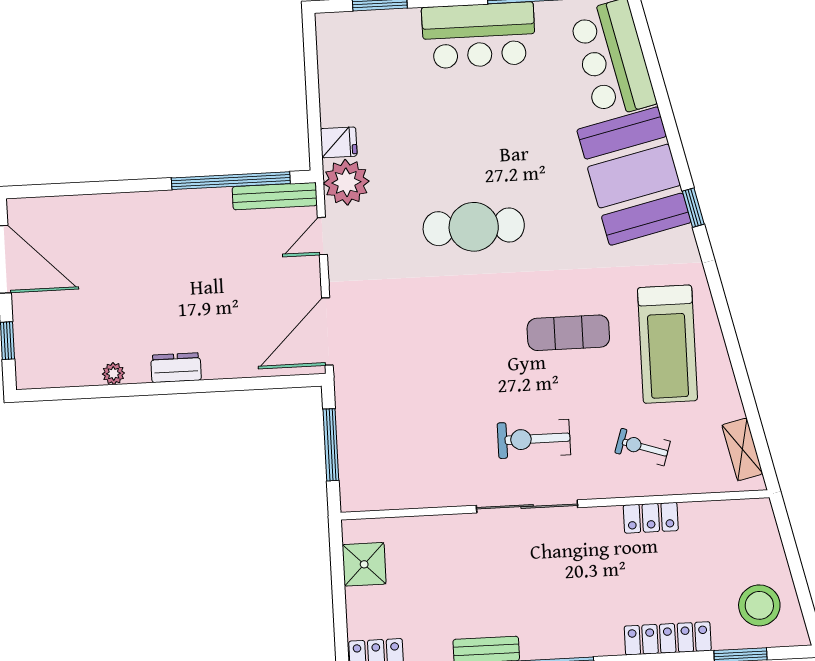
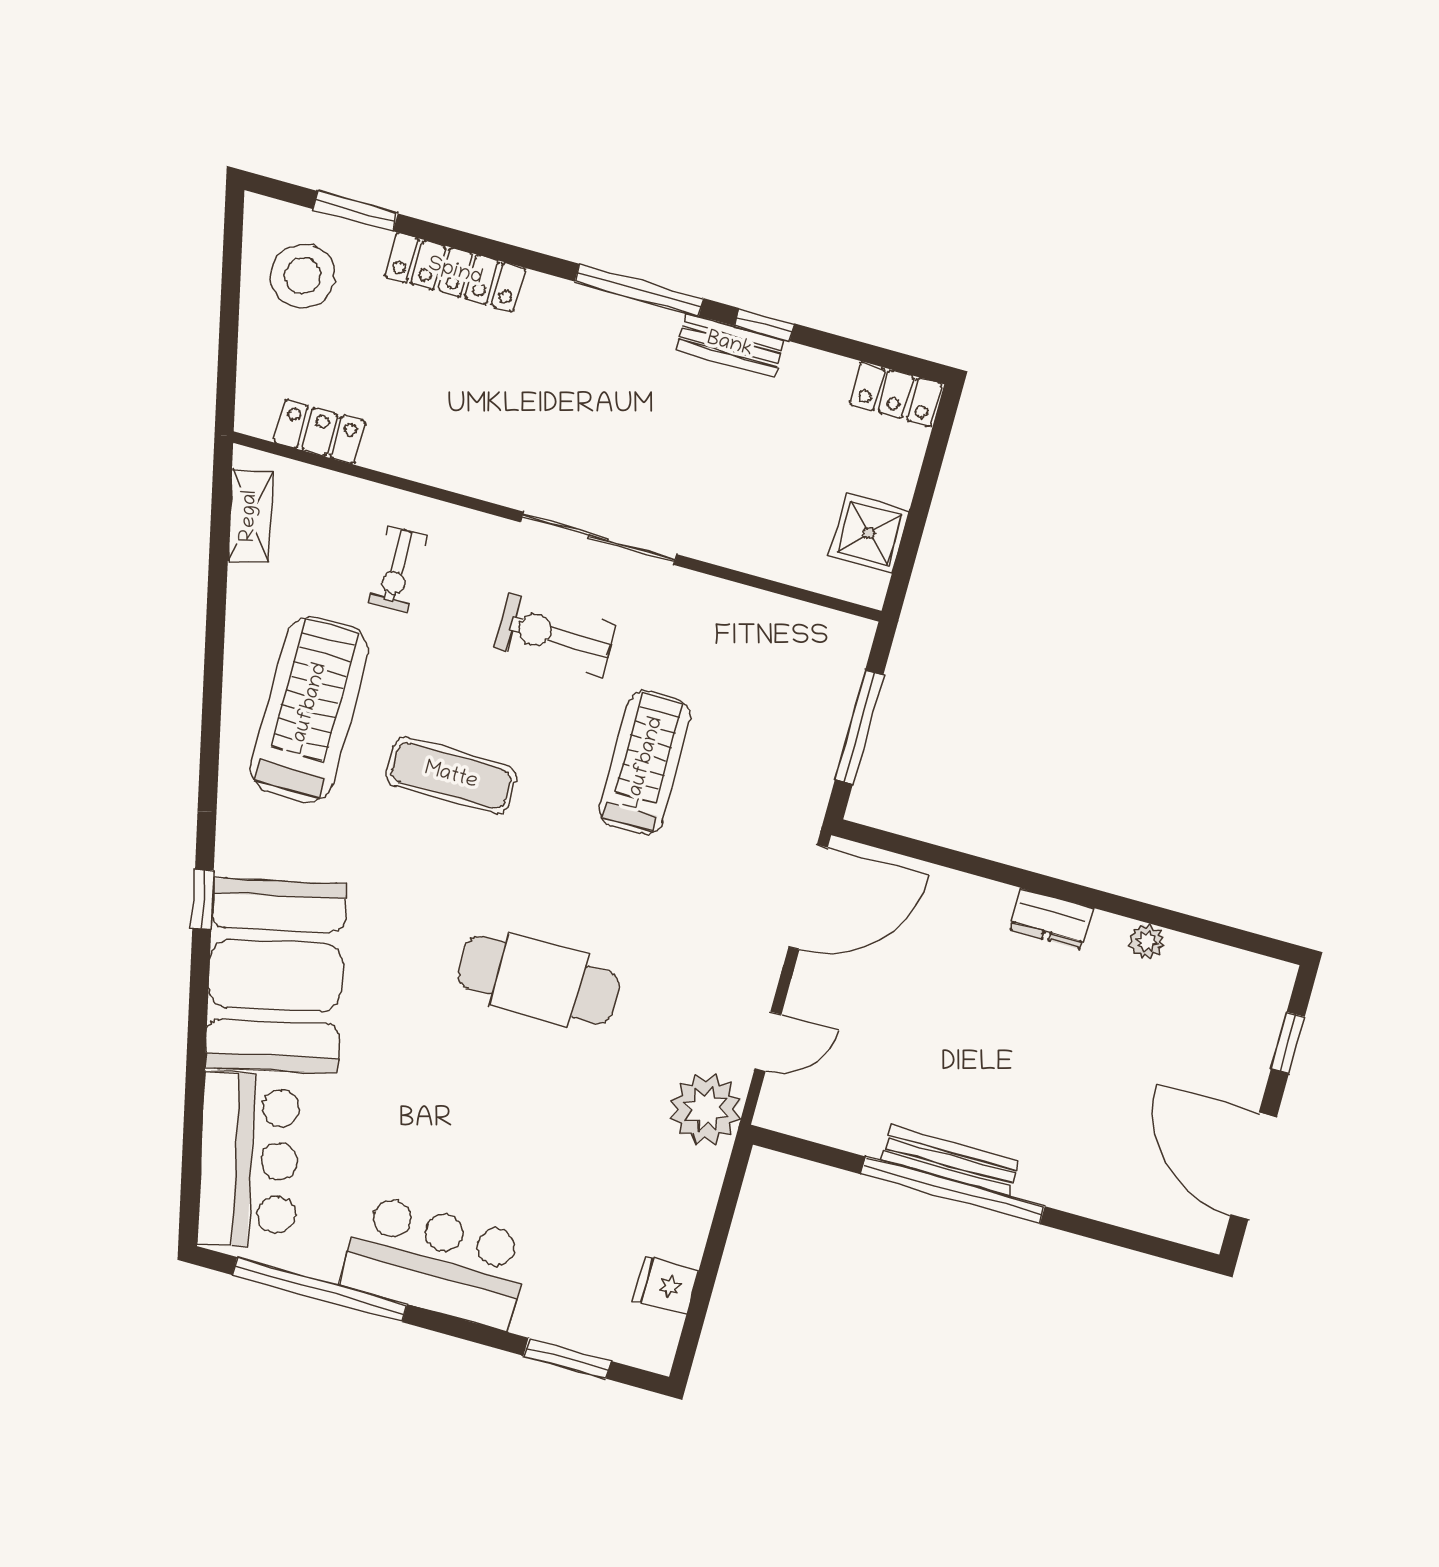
fridge: (339, 142) -> (666, 1286), moved
window: (231, 181) -> (953, 1190), moved
bench: (275, 196) -> (950, 1161), moved
treadmill: (453, 380) -> (645, 763), added
exercise bike: (534, 439) -> (555, 635), turned 180
exercise bike: (643, 447) -> (397, 569), turned 72
locker: (651, 518) -> (320, 432), moved

